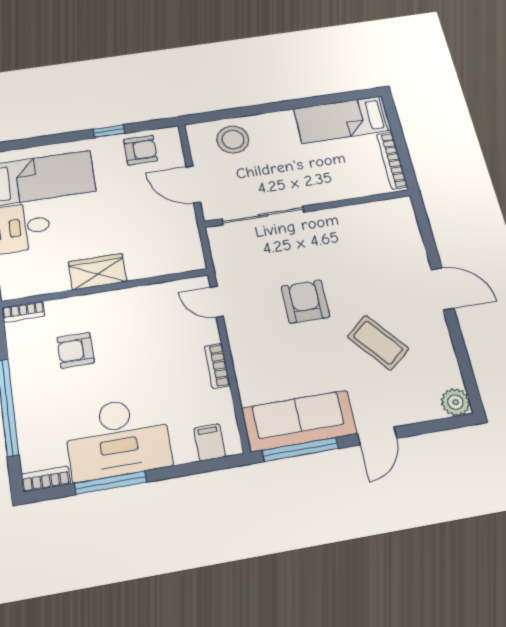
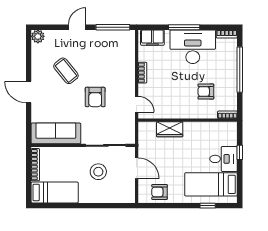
window: (109, 131) -> (208, 206), moved
stool: (233, 140) -> (98, 172), moved
wardrobe: (97, 272) -> (170, 129), moved
armchair: (76, 350) -> (206, 92), turned 180
sofa: (299, 421) -> (56, 133), moved, turned 180
filing cabinet: (210, 442) -> (152, 38), width x2.00
window: (110, 483) -> (184, 27), moved

